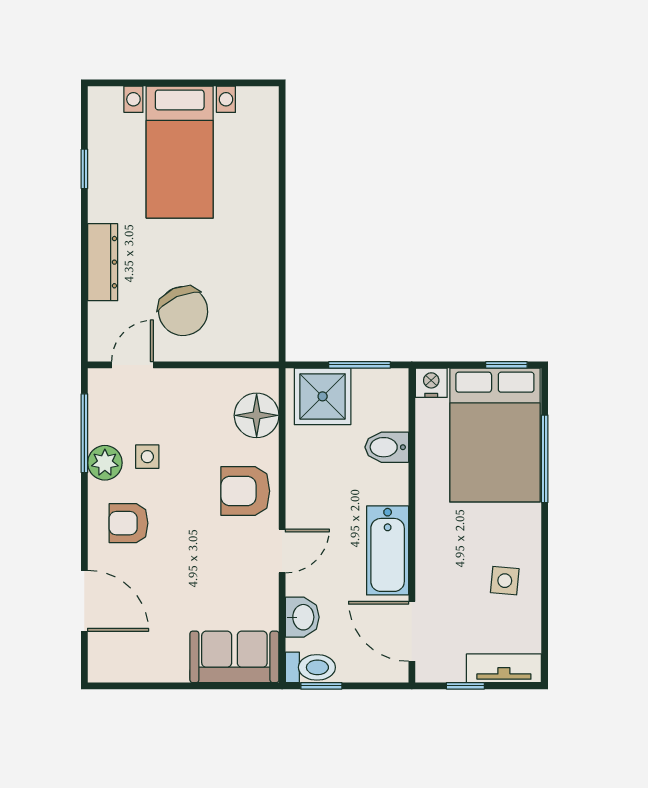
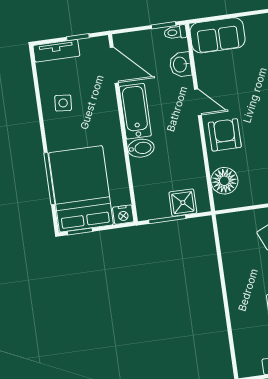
shower: (323, 396) -> (183, 203), width x0.73, depth x0.73
bidet: (387, 447) -> (141, 148), moved
armchair: (245, 491) -> (225, 135), turned -90
door: (282, 551) -> (198, 102), swing flipped
toilet: (310, 667) -> (175, 32), width x0.73, depth x0.72

